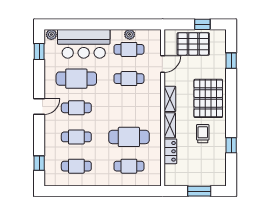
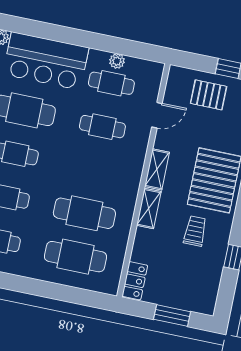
pallet: (193, 44) -> (209, 95), width x0.67, depth x0.71
locker: (170, 151) -> (135, 281), moved
cafe table: (129, 166) -> (75, 257), width x1.37, depth x1.35

